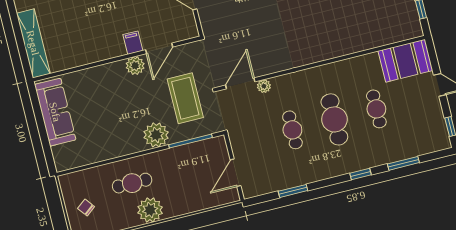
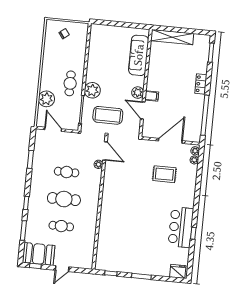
booth: (405, 61) -> (39, 254), moved, turned 90
sofa: (55, 112) -> (139, 55), moved, turned 90
cafe table: (132, 183) -> (70, 83), moved
plant: (150, 210) -> (46, 99), moved

